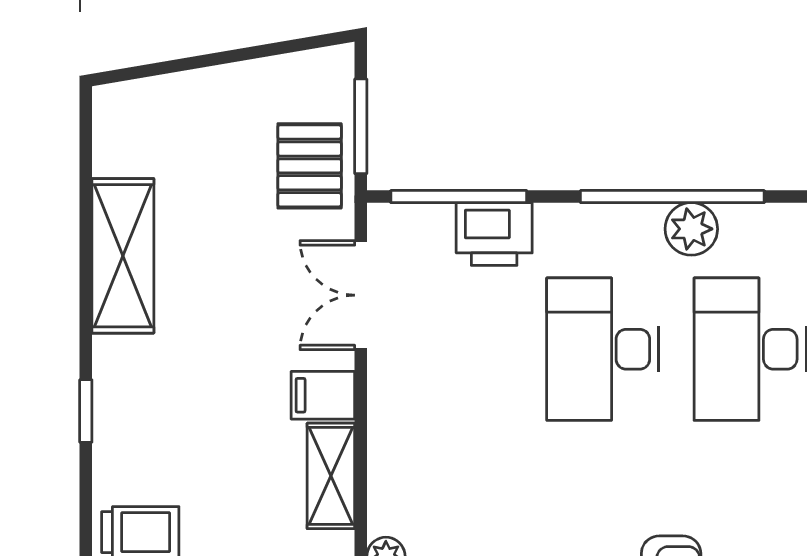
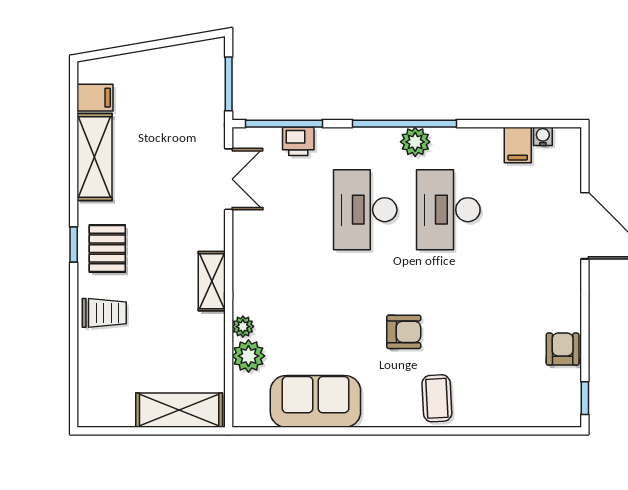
pallet: (310, 166) -> (107, 249), moved
printer: (494, 234) -> (298, 141), width x0.73, depth x0.81
double door: (361, 295) -> (229, 179), swing flipped
filing cabinet: (323, 395) -> (95, 98), moved, turned 180

